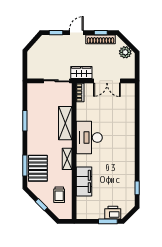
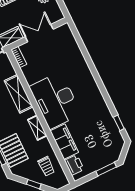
double door: (107, 81) -> (39, 33), swing flipped
desk: (89, 138) -> (55, 100), width x1.36, depth x1.30
printer: (113, 213) -> (74, 165), moved, turned 90

